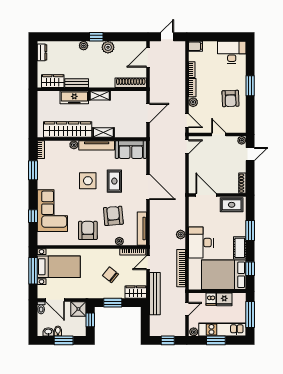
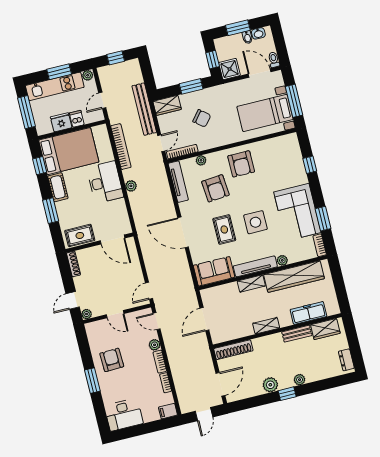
freezer: (74, 97) -> (308, 313), moved
corner sofa: (52, 211) -> (297, 212), moved

